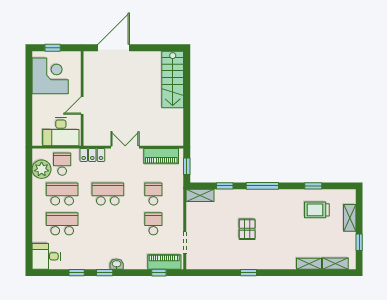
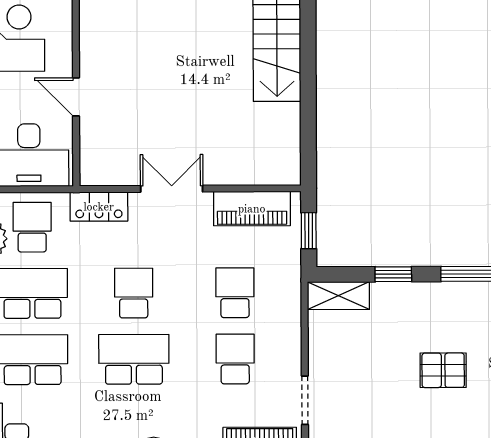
door: (82, 106) -> (76, 97), hinge flipped
school desk: (108, 194) -> (134, 293), width x0.54
school desk: (108, 224) -> (134, 359), added
pallet: (247, 229) -> (443, 370), turned 90

